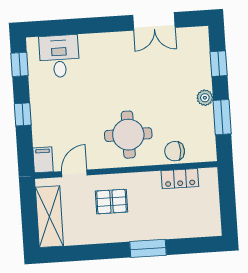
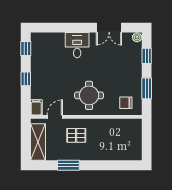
desk: (59, 56) -> (77, 45), moved
plant: (205, 98) -> (137, 37), moved
chair: (175, 151) -> (126, 103), moved
locker: (180, 179) -> (119, 124), removed
window: (148, 248) -> (68, 165), moved

